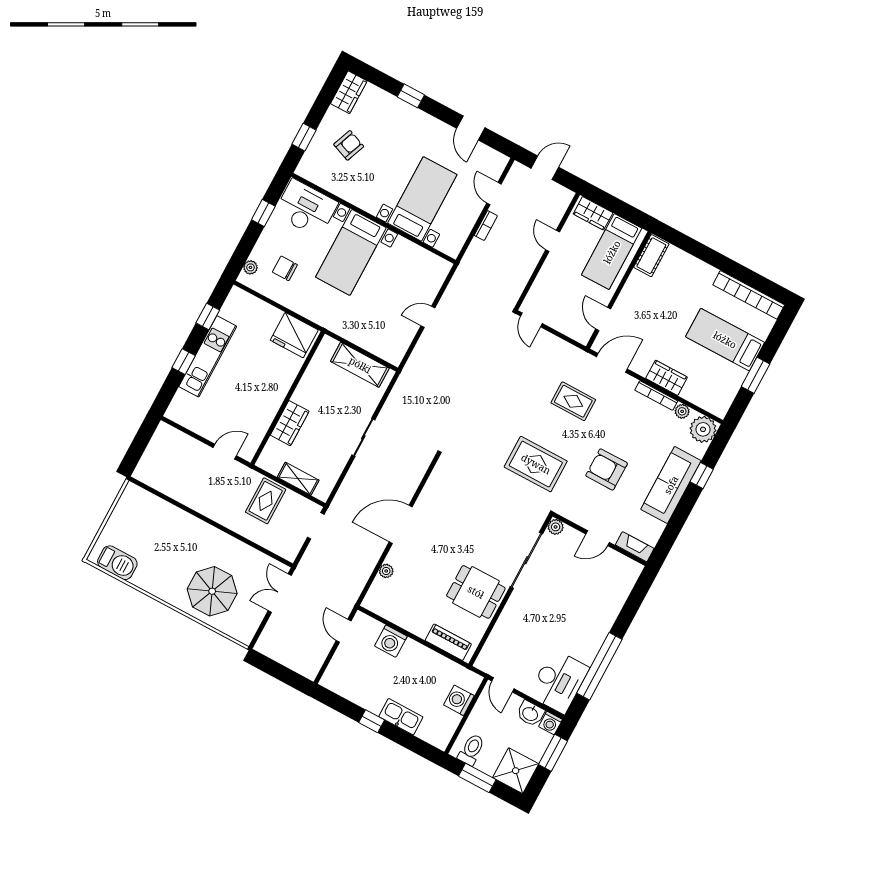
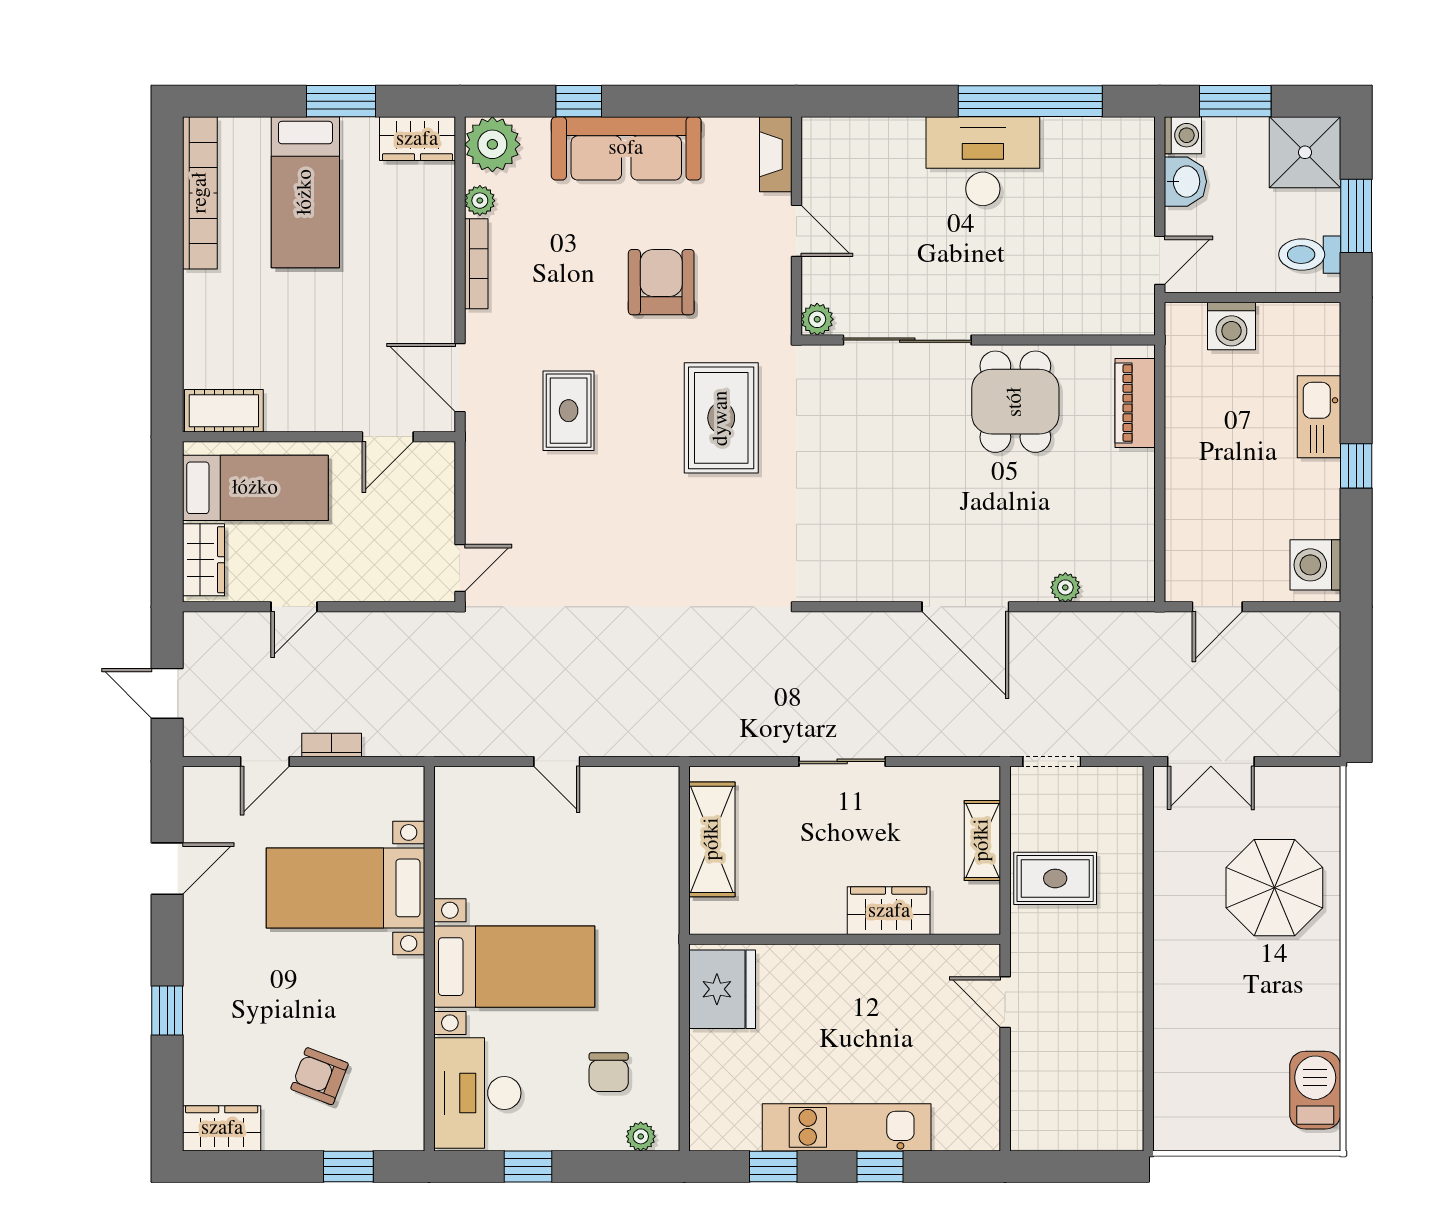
wardrobe: (667, 378) -> (417, 139), moved, turned -90
armchair: (607, 469) -> (661, 282), turned 180
washing machine: (391, 641) -> (1315, 565), moved, turned 180
desk: (559, 681) -> (983, 161), moved

